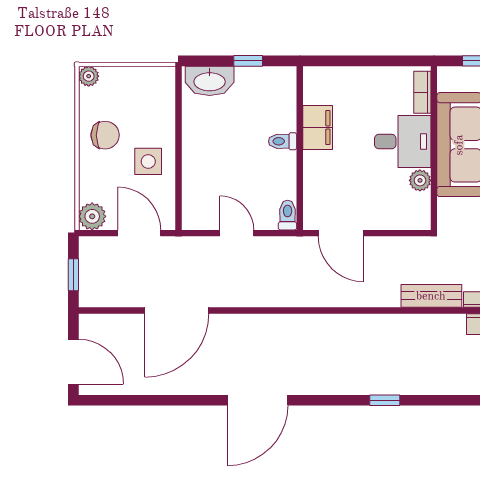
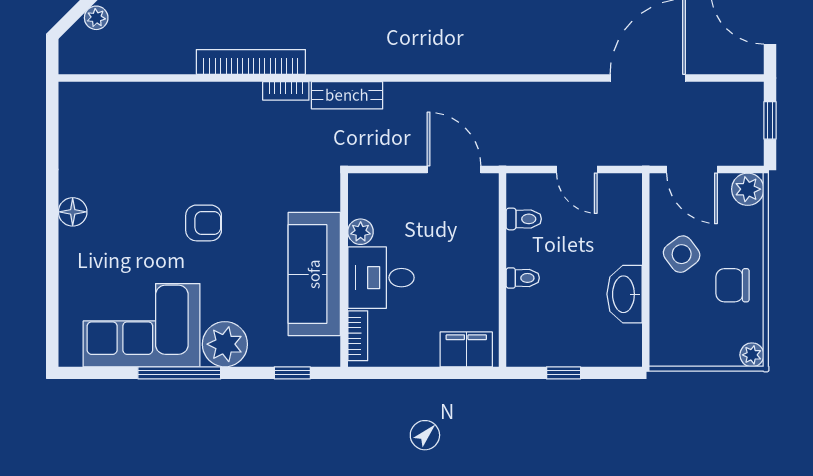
washbasin: (210, 81) -> (624, 294), moved, turned -90
filing cabinet: (318, 127) -> (466, 349), moved, turned 90
side table: (148, 161) -> (682, 254), turned -37
toilet: (288, 215) -> (524, 219), moved, turned -90

